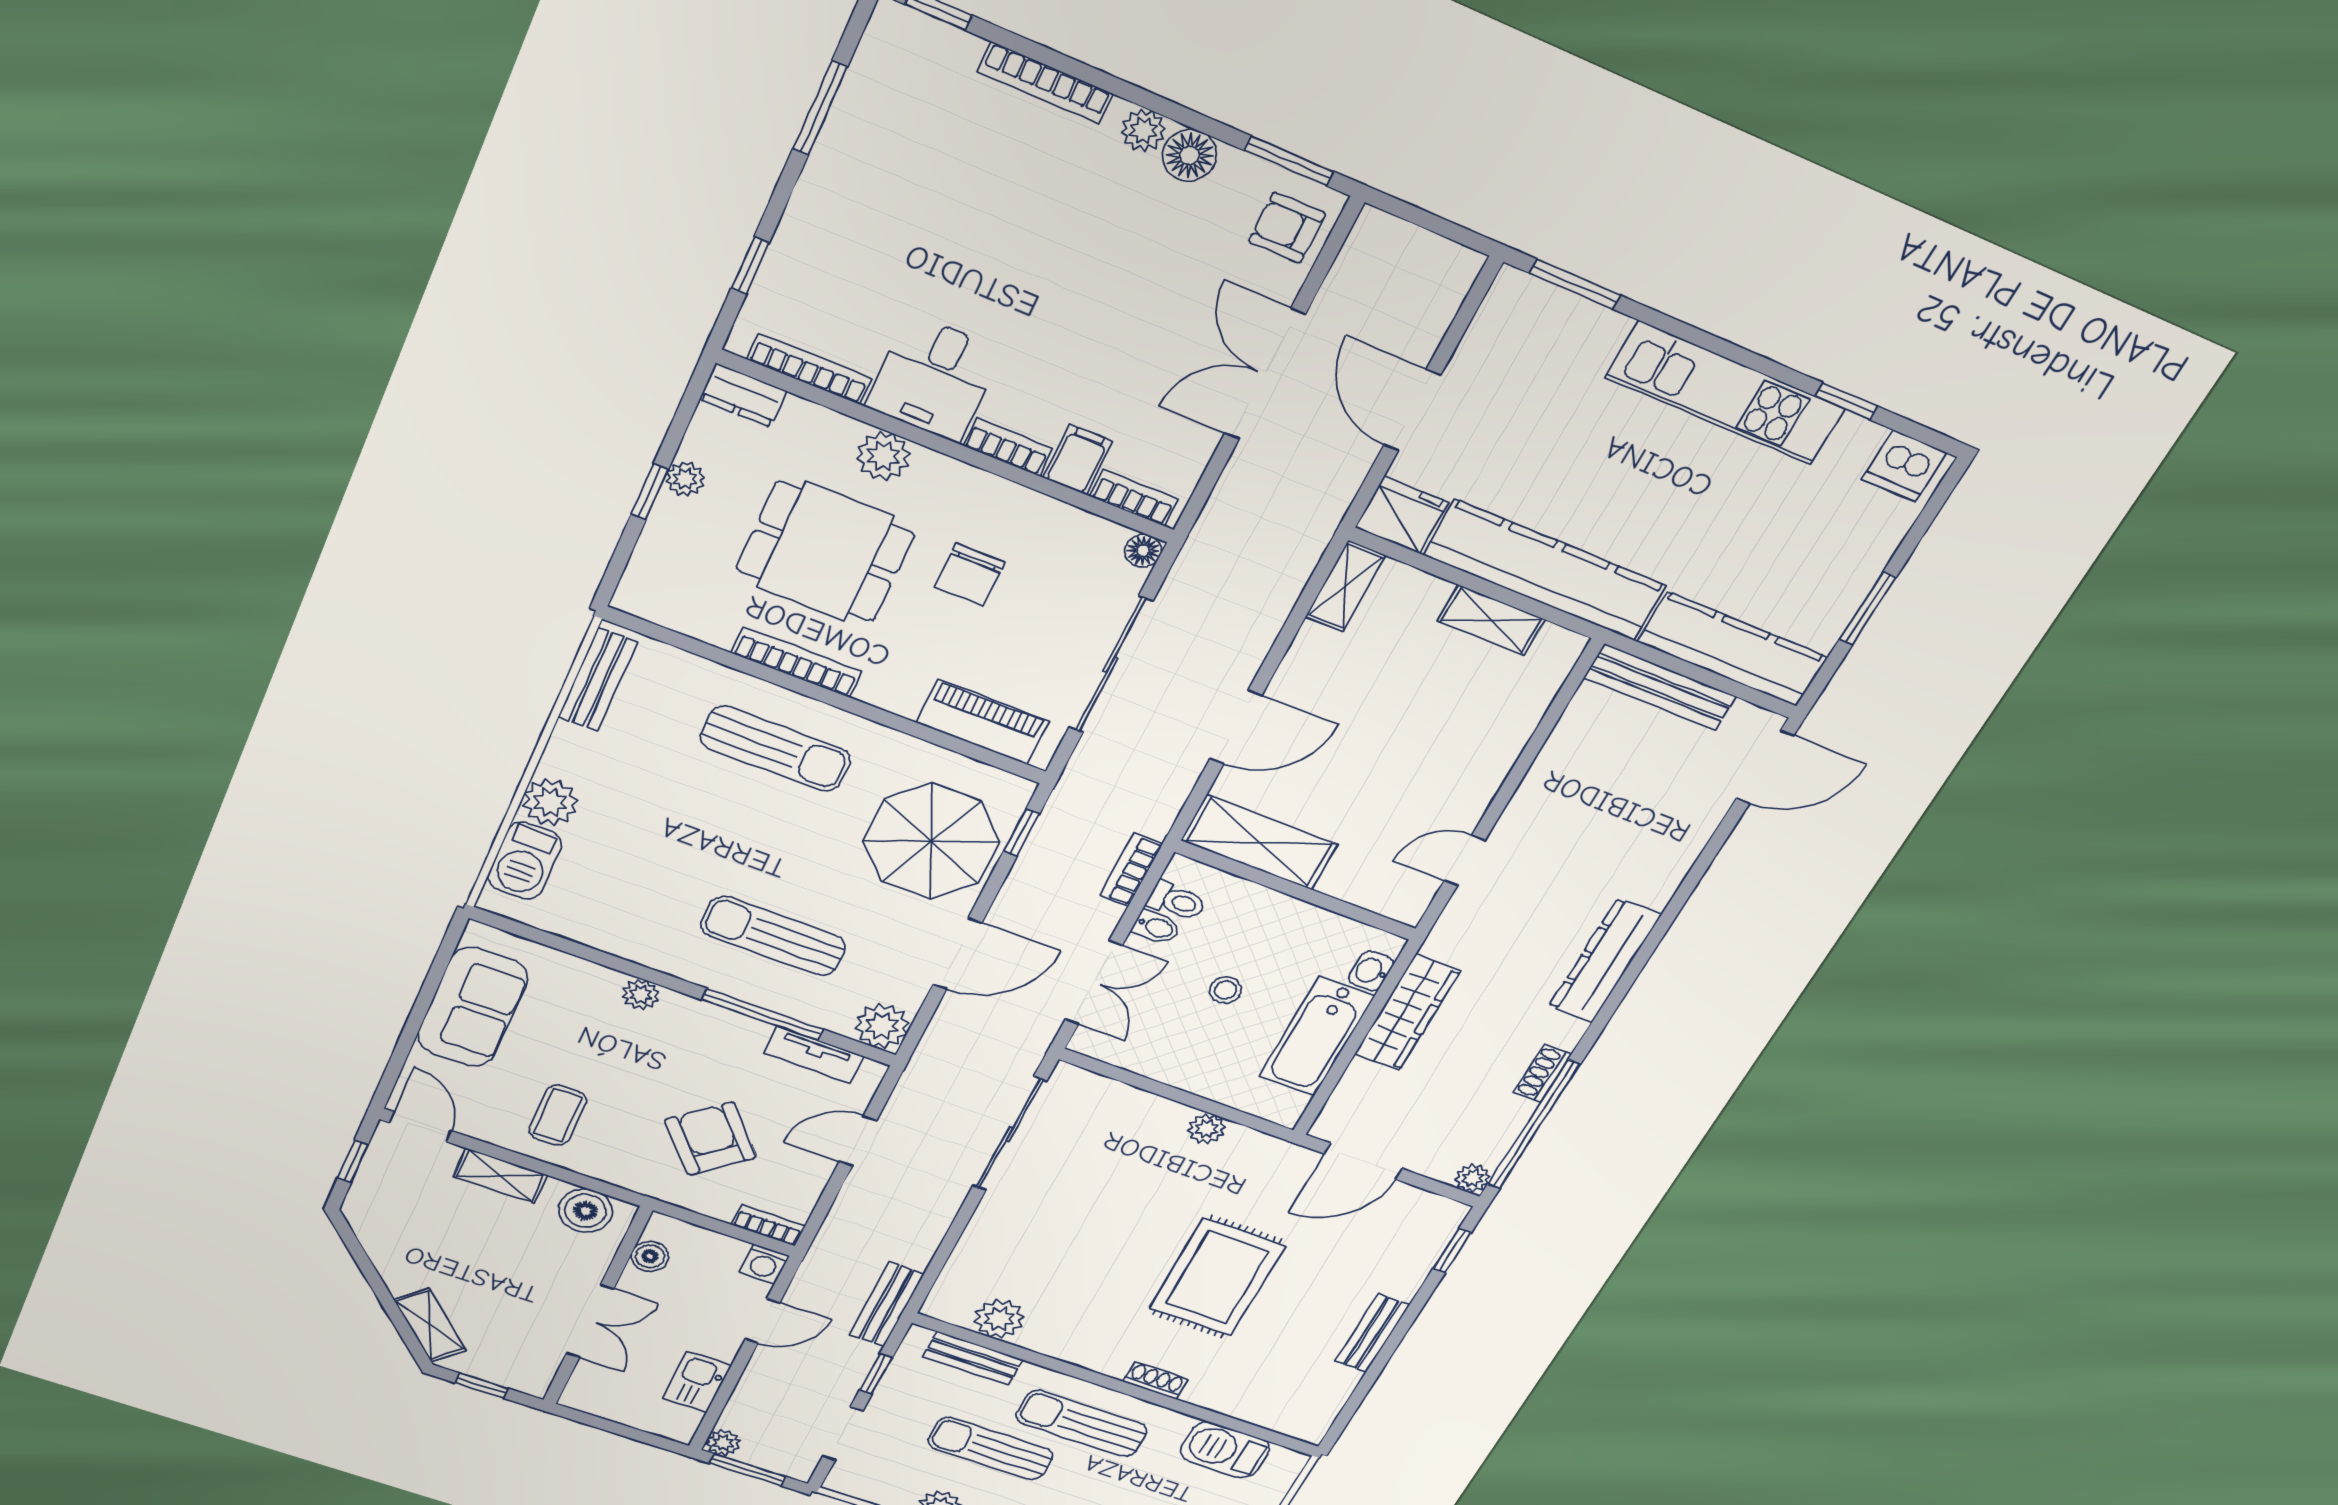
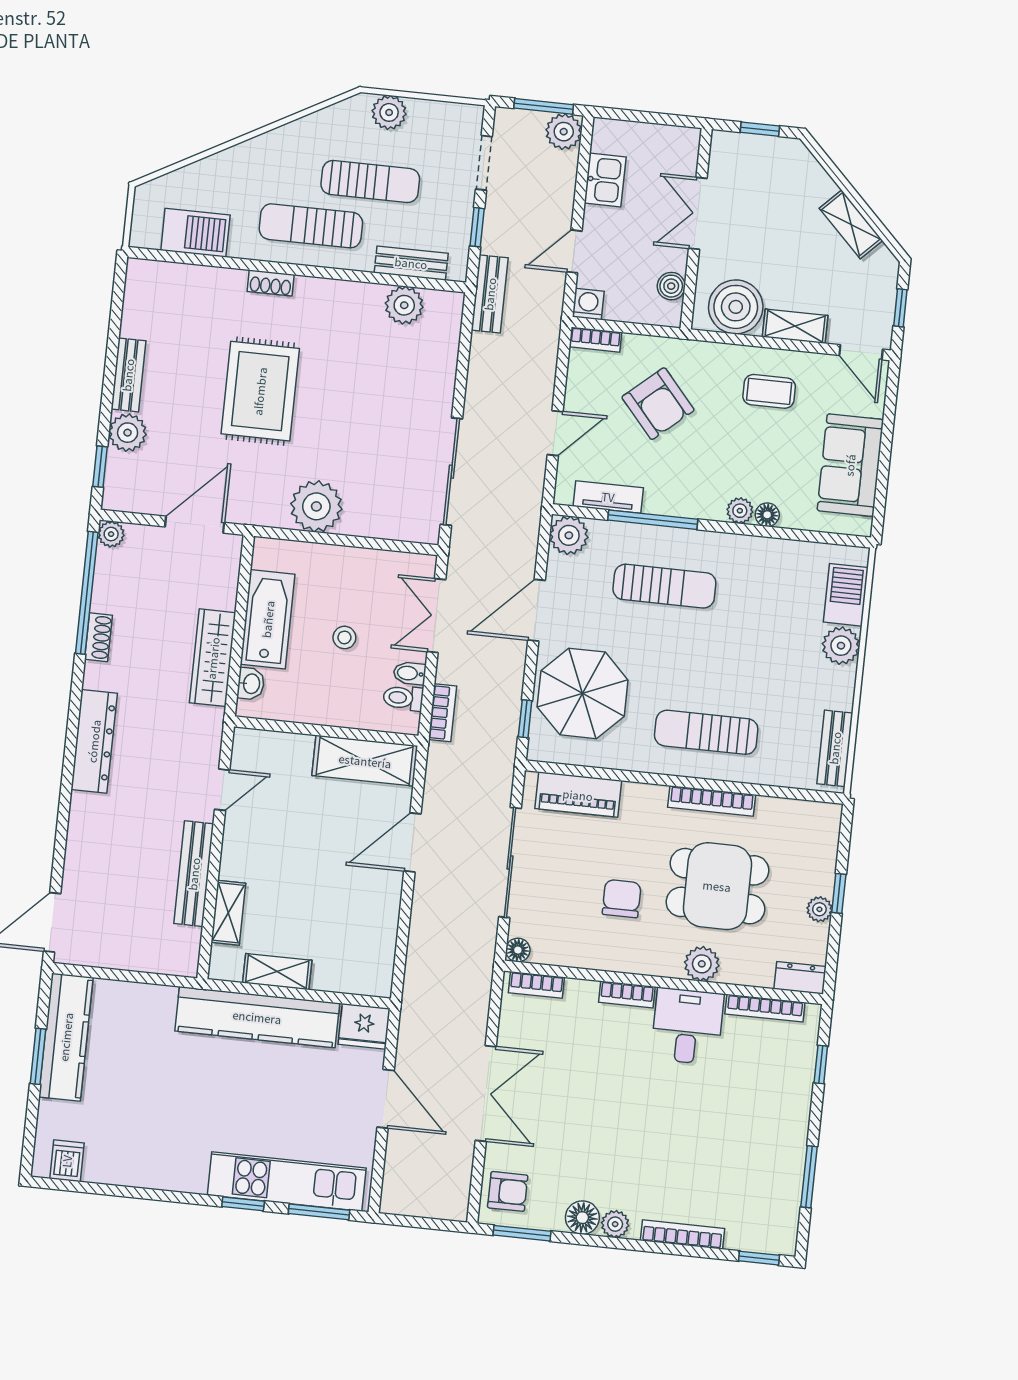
kitchen unit: (1726, 393) -> (287, 1181), moved
window: (1846, 401) -> (243, 1204), moved
filing cabinet: (1078, 460) -> (581, 1000), removed
dishwasher: (1904, 466) -> (67, 1161), width x0.73
shelving: (1345, 586) -> (228, 913), moved
kitchen counter: (1732, 649) -> (66, 1037), moved, turned -90
bench: (1660, 687) -> (194, 874), moved, turned 90
floor lamp: (605, 980) -> (767, 515), added
coffee table: (558, 1115) -> (769, 391), turned 90
plant: (1207, 1129) -> (316, 506), width x1.87, depth x1.87
boiler: (585, 1211) -> (736, 307), width x1.37, depth x1.37
plant: (1401, 1276) -> (128, 433), added
shelving: (430, 1325) -> (851, 224), moved
sun lounger: (1082, 1423) -> (311, 226), turned 180
plant: (723, 1443) -> (564, 132), width x1.38, depth x1.38

